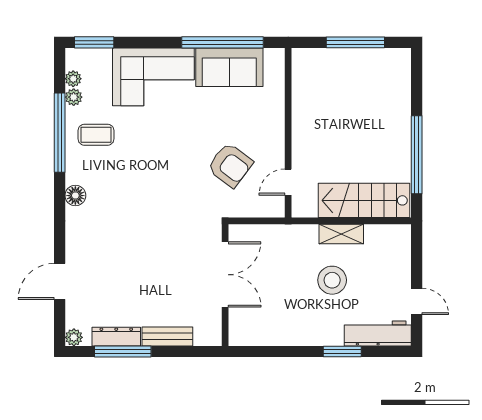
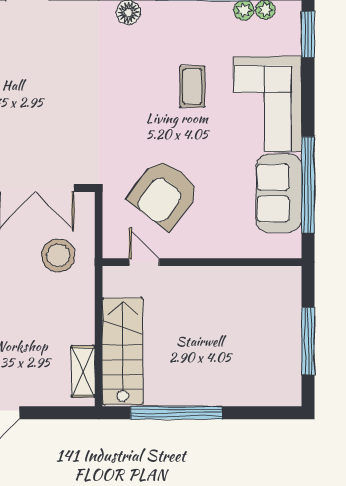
coffee table: (96, 135) -> (192, 86), moved
armchair: (230, 165) -> (164, 194), width x1.36, depth x1.36
shelving: (341, 234) -> (83, 371), moved
stool: (332, 280) -> (58, 255), moved

